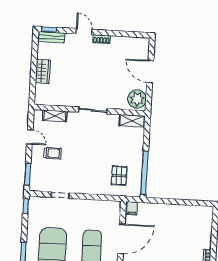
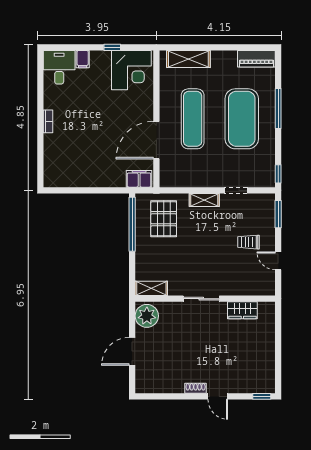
bench: (51, 37) -> (259, 387), removed
wardrobe: (43, 71) -> (242, 310), moved, turned -90
door: (150, 71) -> (132, 351), swing flipped
shelving: (55, 116) -> (204, 200), moved
pallet: (119, 176) -> (164, 219), width x1.50, depth x1.42
filing cabinet: (132, 208) -> (139, 179), width x2.00

